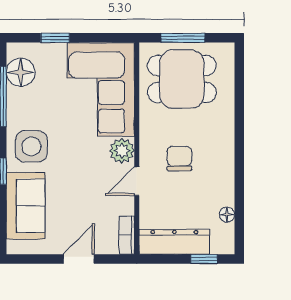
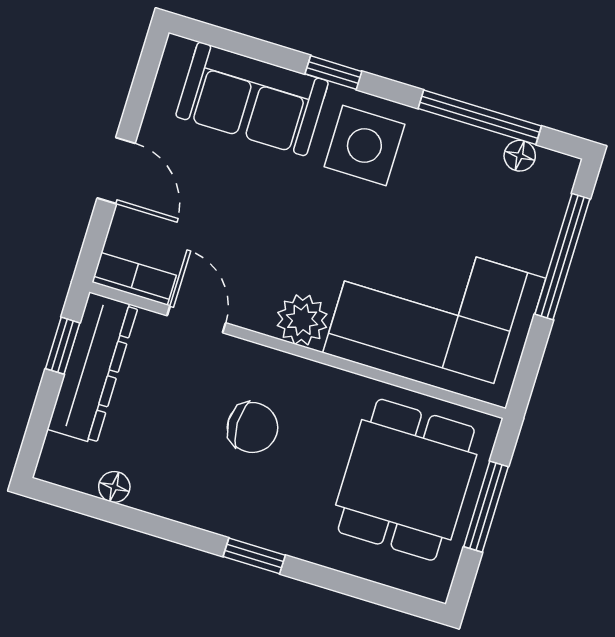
window: (55, 38) -> (562, 257), width x2.17
floor lamp: (21, 72) -> (520, 156), width x0.53, depth x0.53
window: (239, 139) -> (254, 556), added
door: (137, 181) -> (196, 319), moved
window: (204, 259) -> (63, 346), moved

